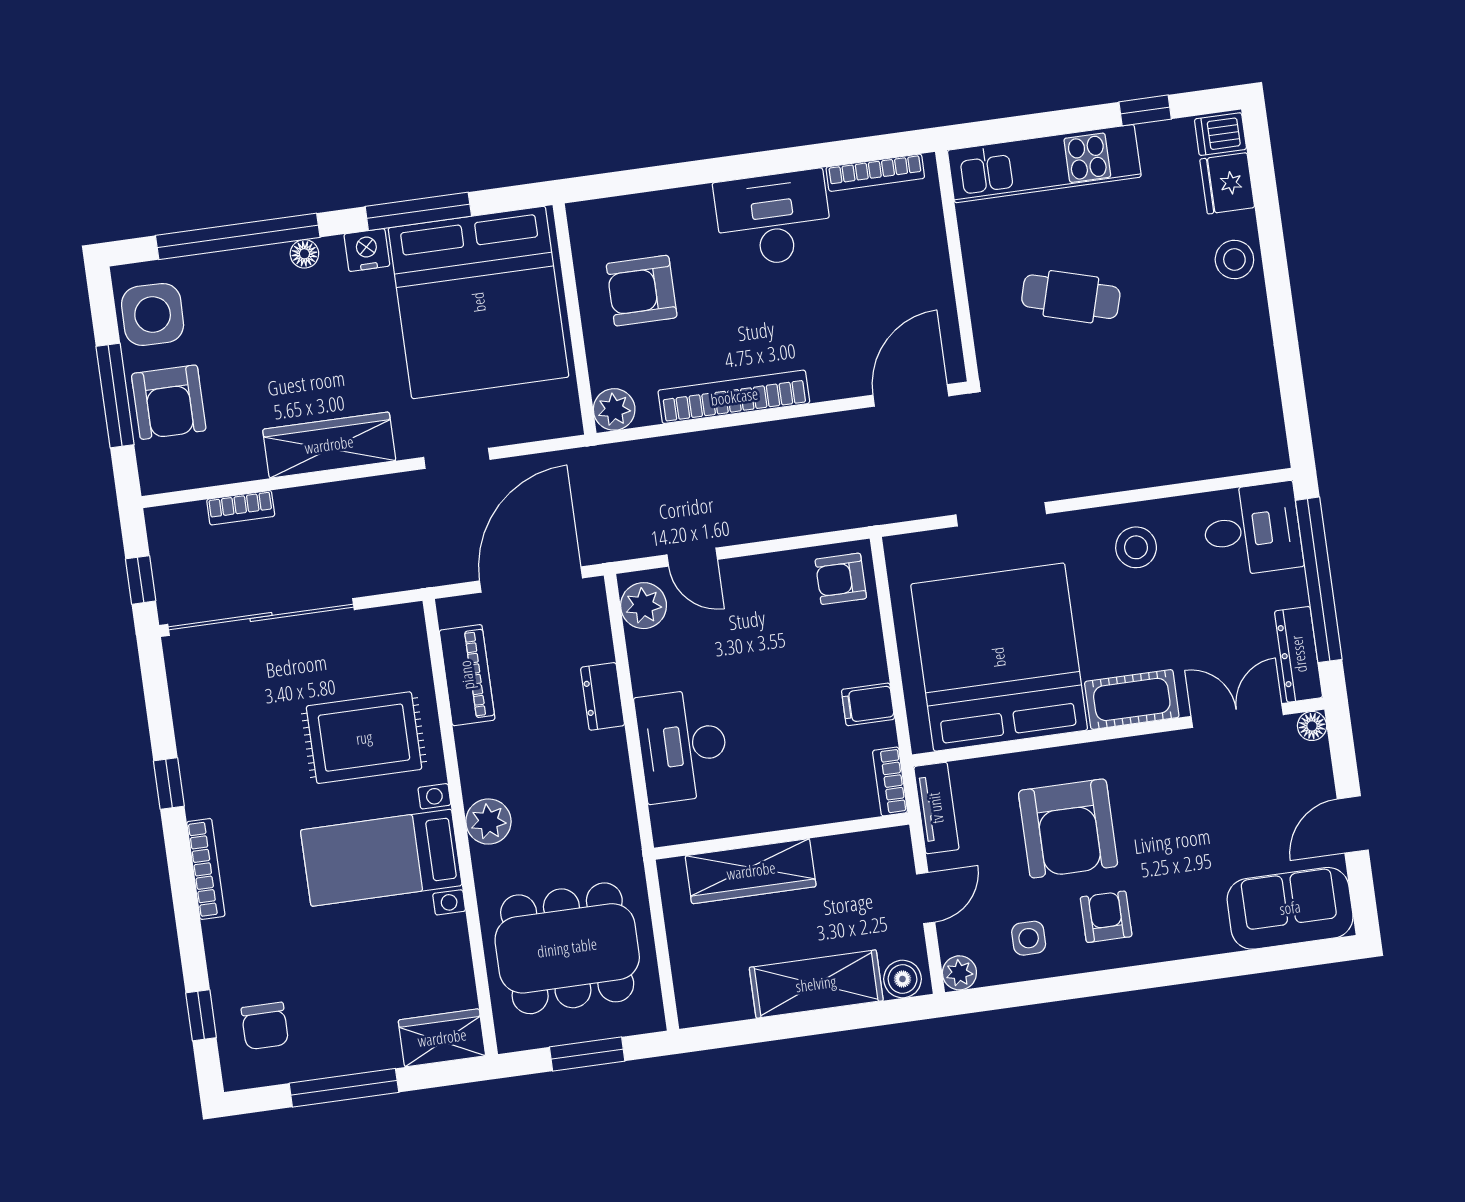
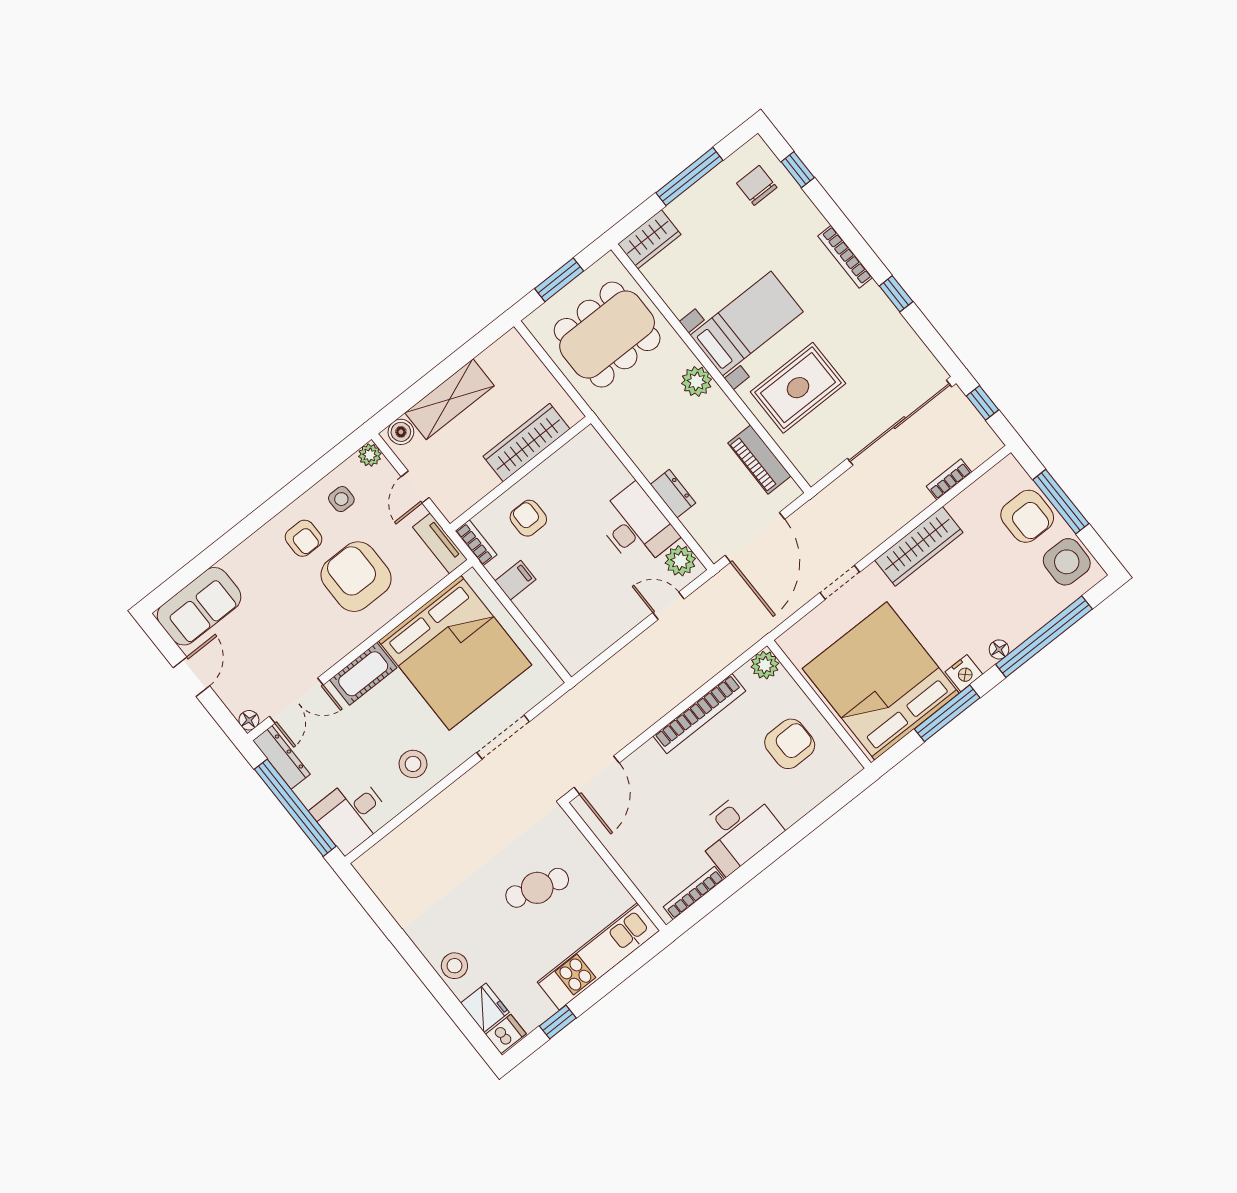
armchair: (169, 402) -> (1027, 516), turned 180
armchair: (841, 579) -> (528, 518), moved, turned -90
desk: (683, 746) -> (636, 526), moved

